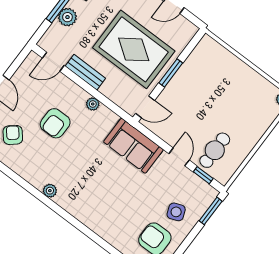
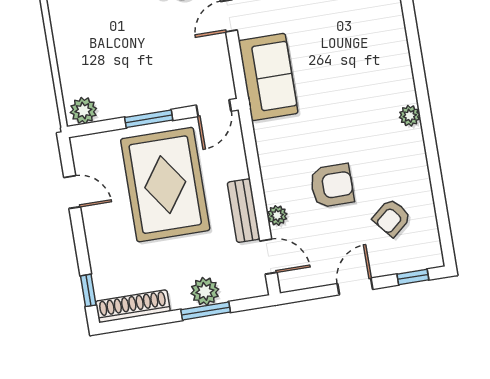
plant: (205, 48) -> (83, 111), added
plant: (93, 104) -> (277, 215), moved
door: (145, 107) -> (214, 108), swing flipped

